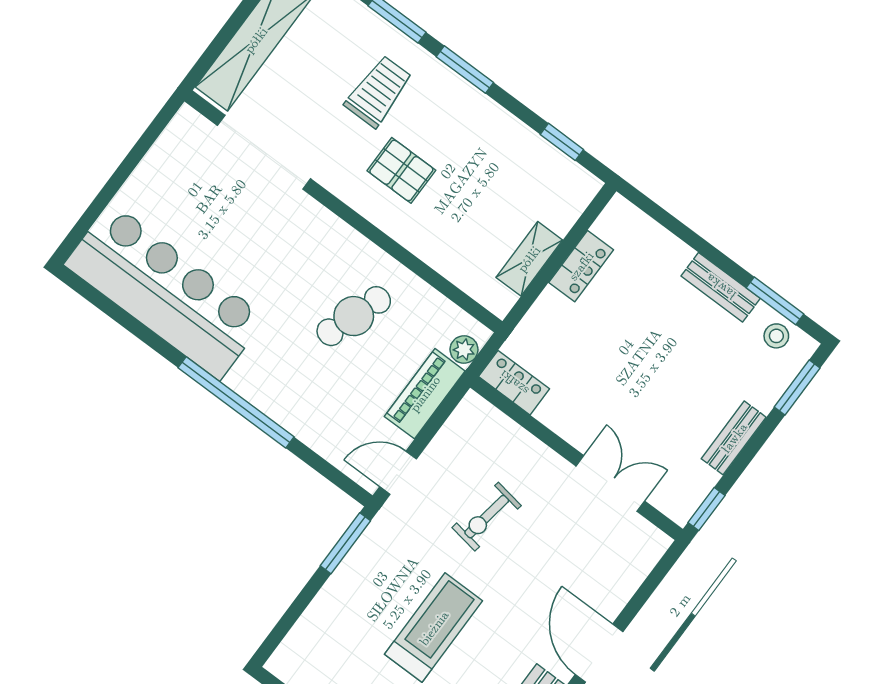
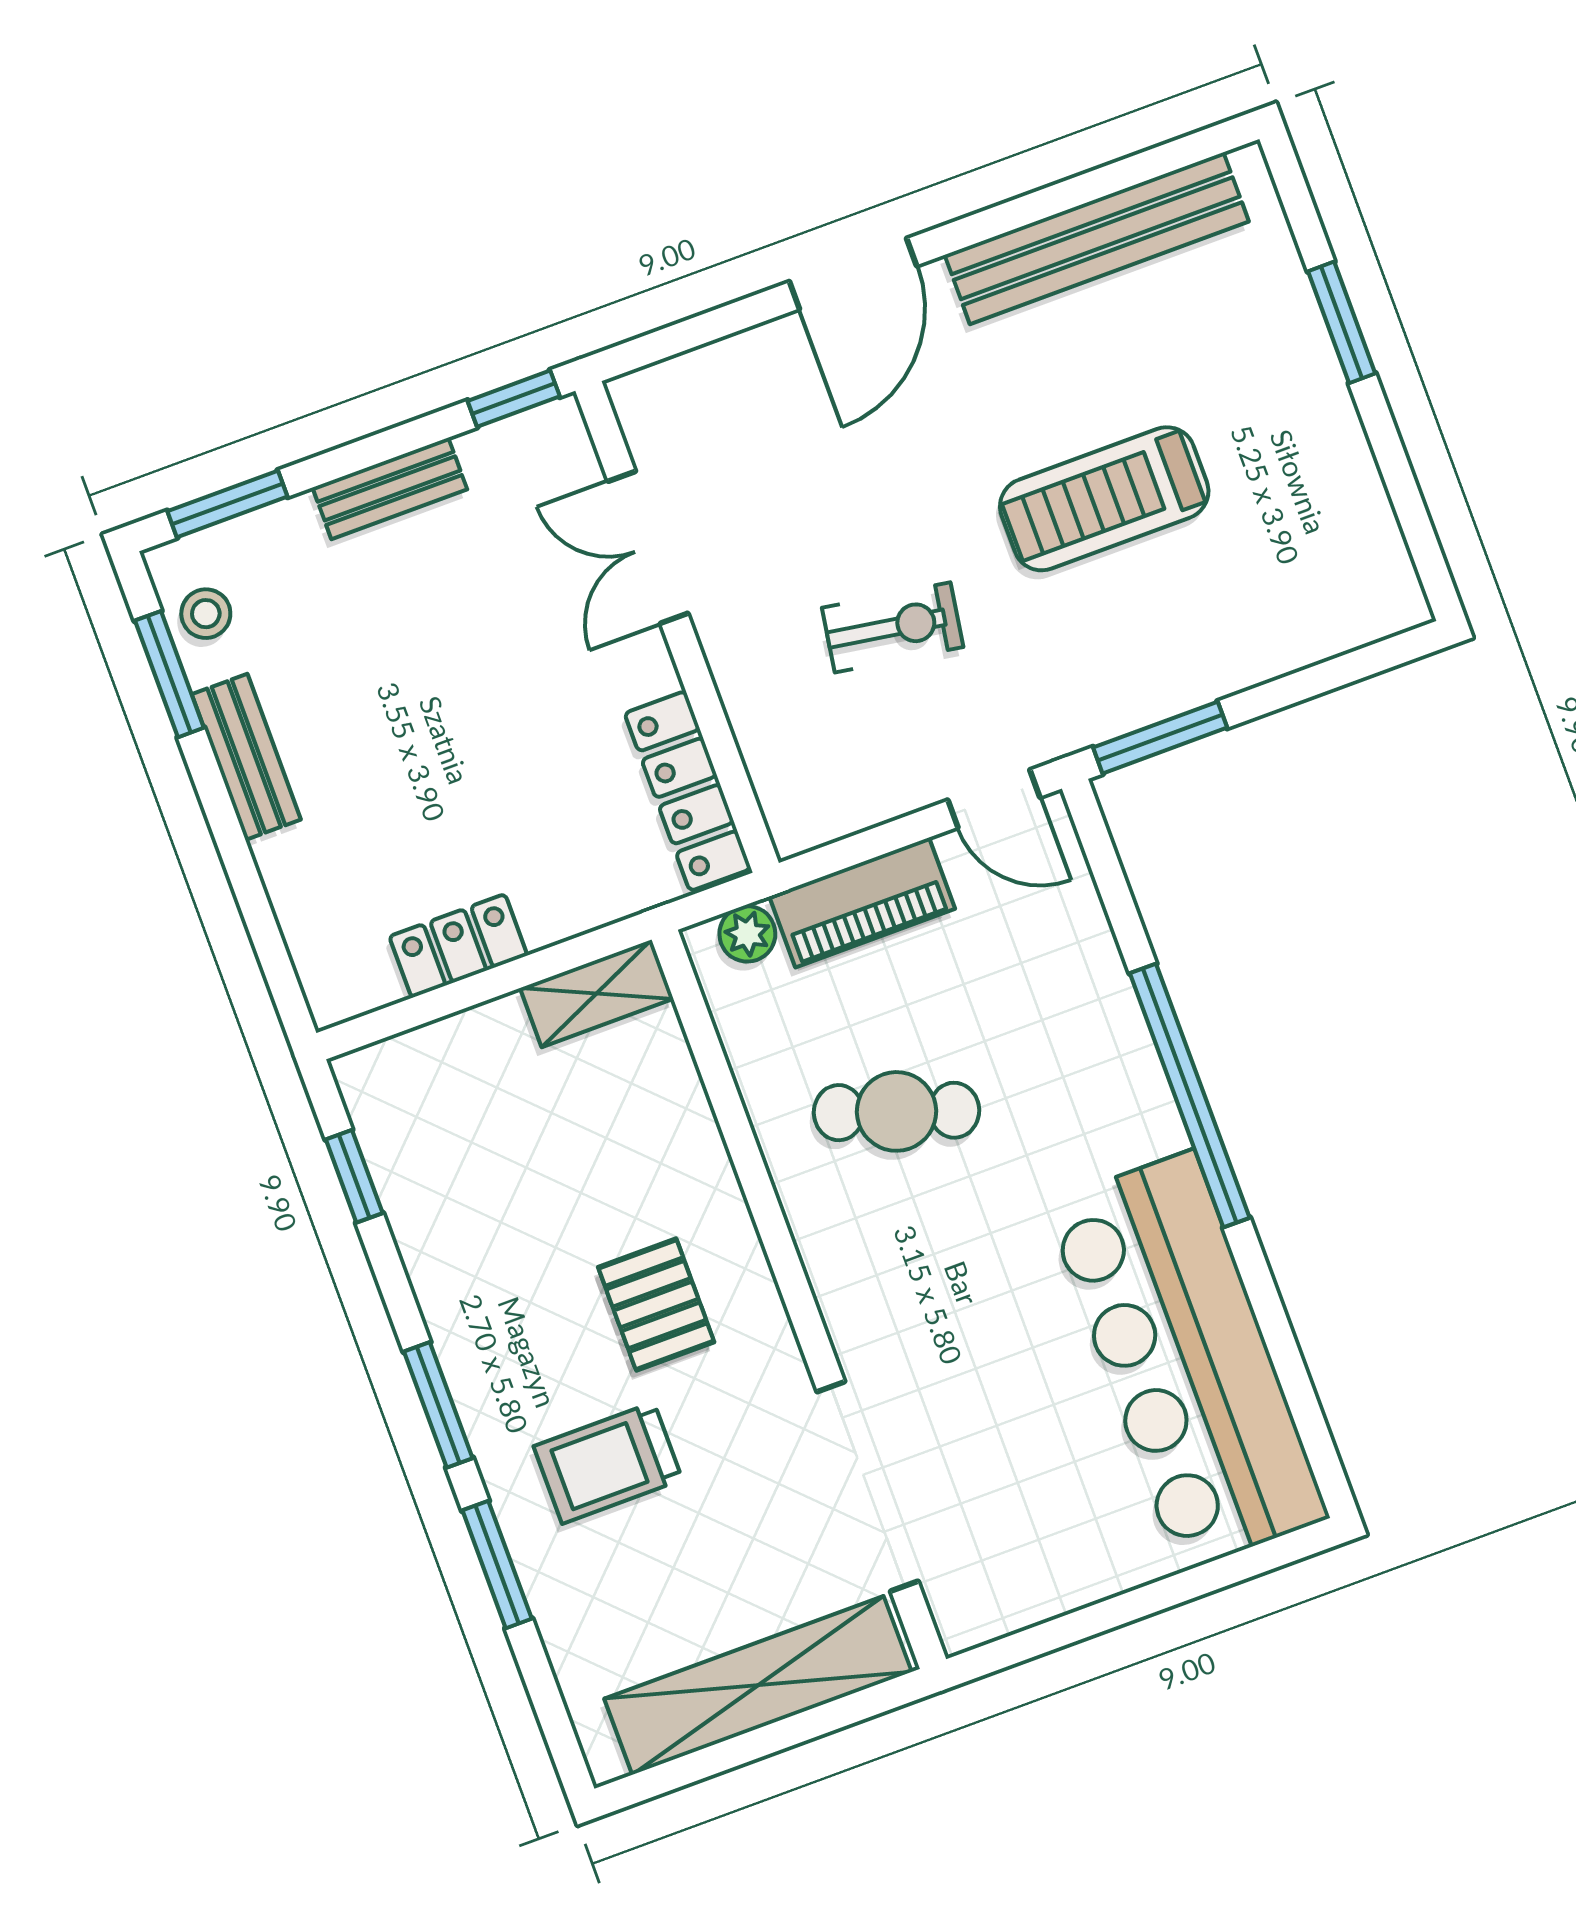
shelving: (529, 259) -> (597, 993), moved
locker: (514, 383) -> (688, 791), width x1.53

